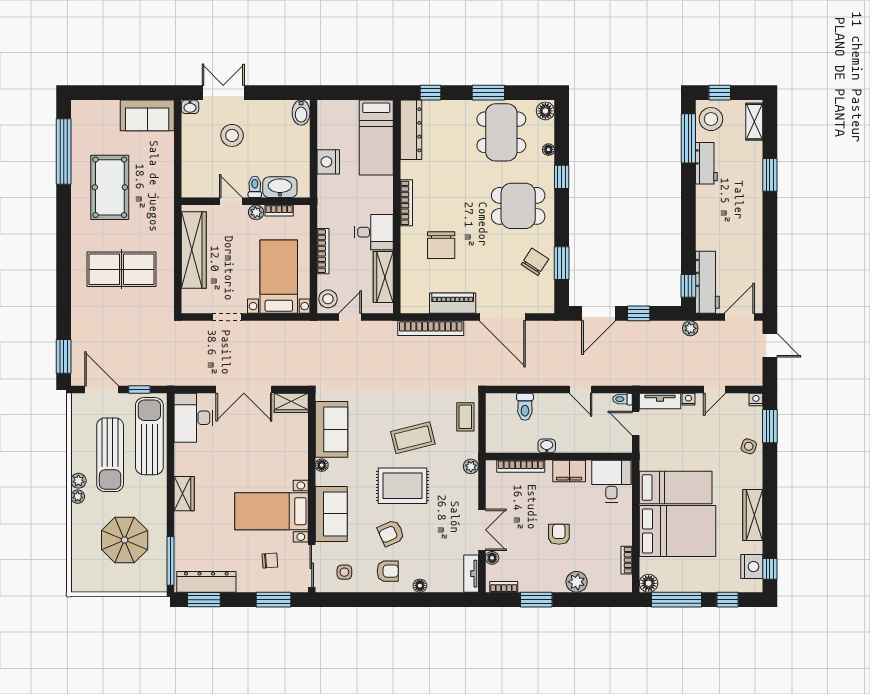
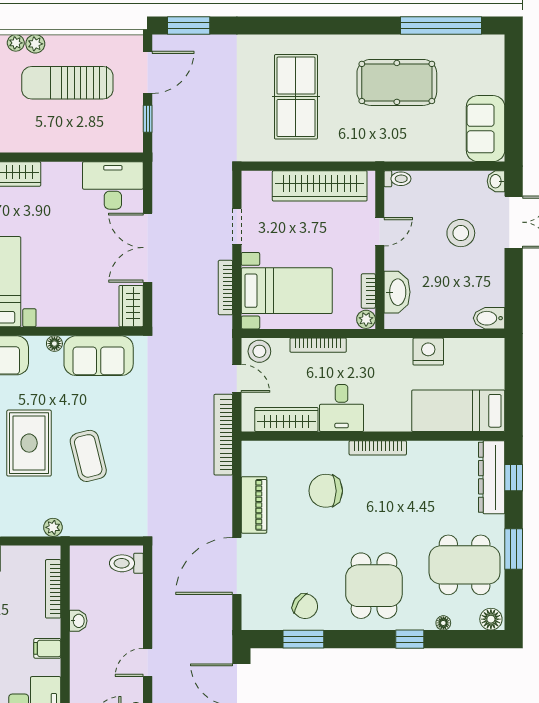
dresser: (411, 130) -> (492, 477), moved, turned 90
toilet: (255, 187) -> (397, 179), moved
plant: (256, 212) -> (366, 319), moved
bookcase: (276, 326) -> (225, 288), added
bookcase: (431, 328) -> (223, 435), moved
toilet: (525, 407) -> (126, 563), moved
coffee table: (465, 417) -> (114, 521), removed
sun lounger: (149, 436) -> (90, 131), removed
filing cabinet: (569, 471) -> (47, 648), width x0.50

